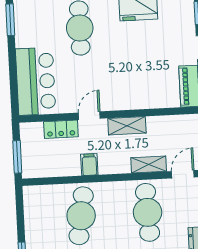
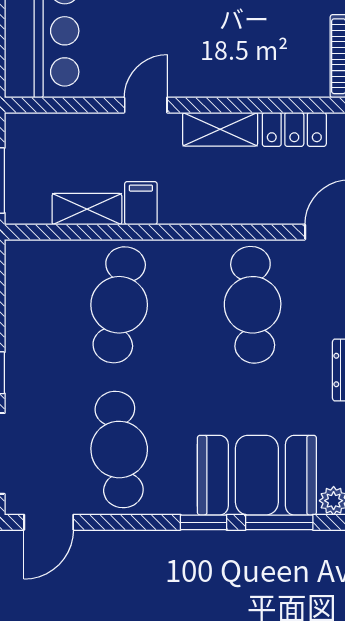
locker: (61, 129) -> (294, 129), moved
shelving: (149, 165) -> (87, 209), moved

